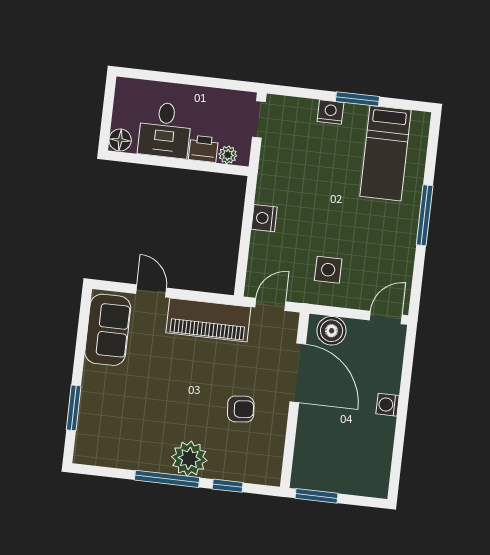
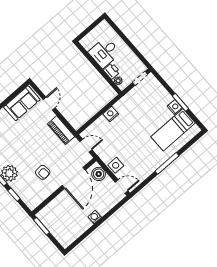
nightstand: (330, 112) -> (175, 107), moved
floor lamp: (120, 140) -> (86, 42), removed
side table: (328, 270) -> (116, 165), moved
piano: (208, 320) -> (61, 130), width x0.73, depth x0.75

